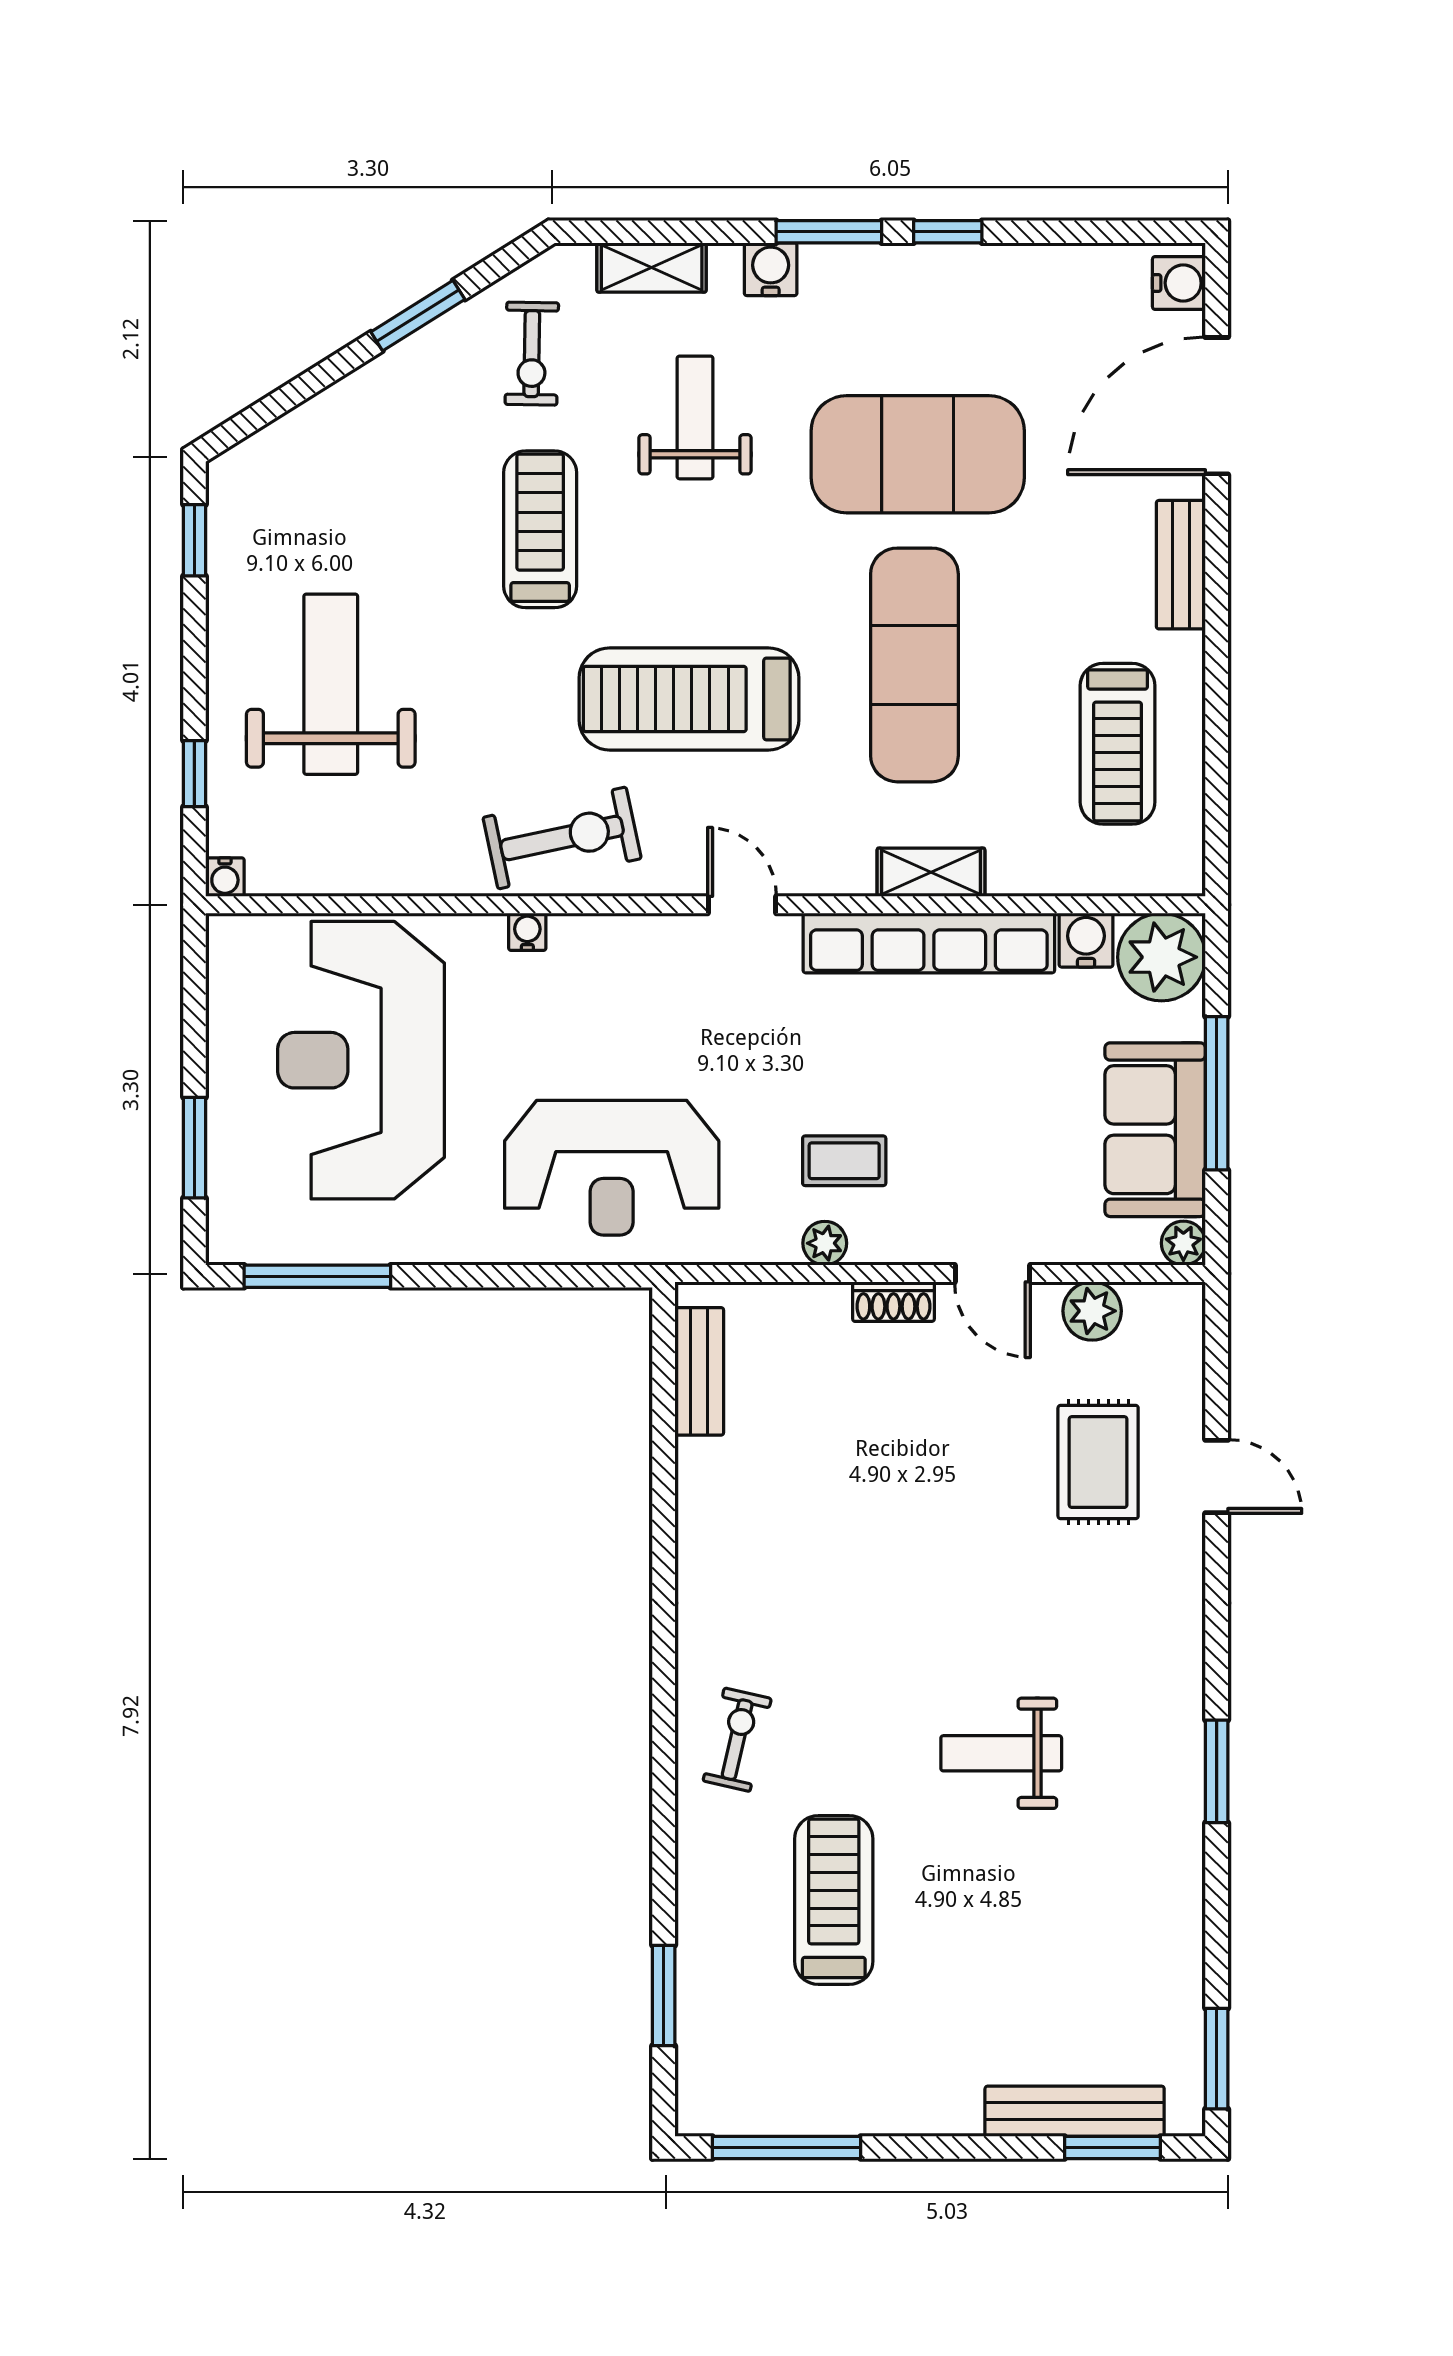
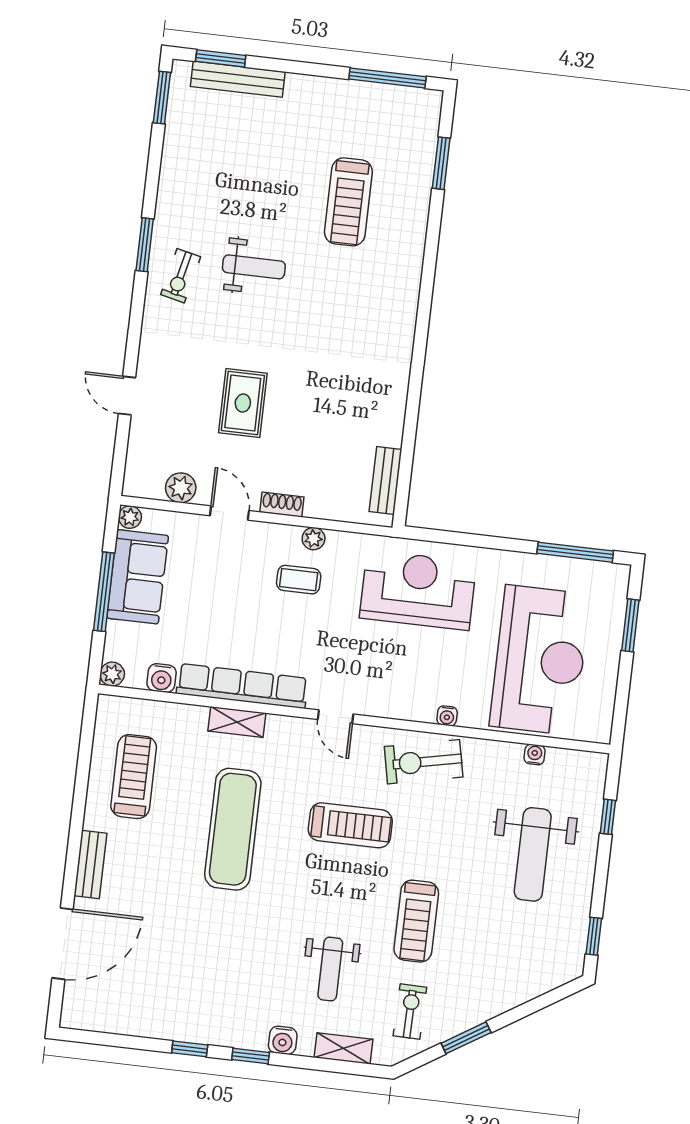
window: (829, 232) -> (251, 1056), width x0.67
water cooler: (1179, 283) -> (74, 1009), removed
exercise mat: (918, 454) -> (218, 937), removed
treadmill: (689, 699) -> (350, 825), width x0.73, depth x0.73
water cooler: (225, 877) -> (535, 755), moved
plant: (1162, 957) -> (112, 674), width x0.53, depth x0.53
rug: (1098, 1462) -> (243, 403), moved
exercise bike: (737, 1740) -> (181, 276), moved

